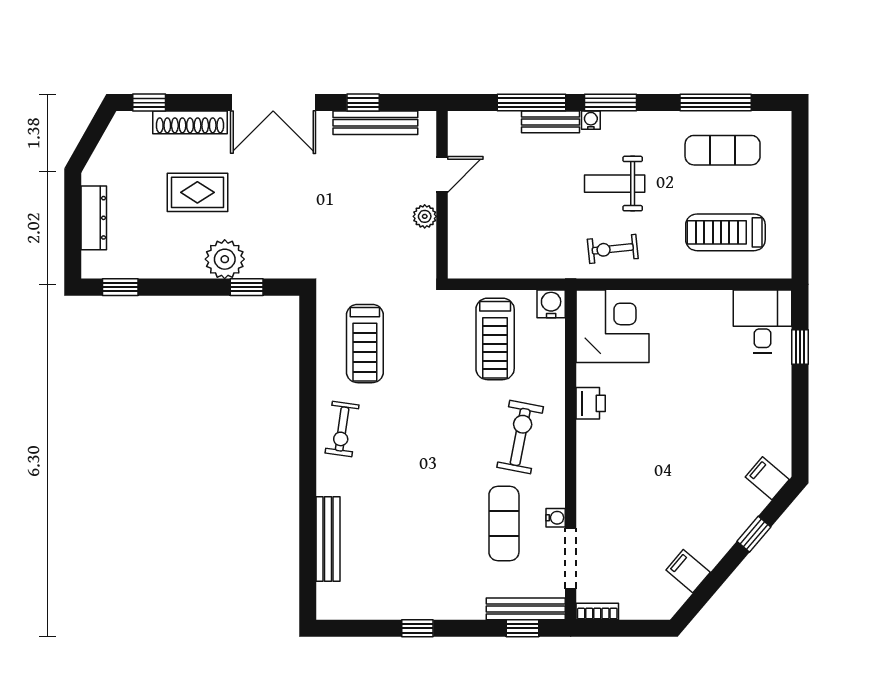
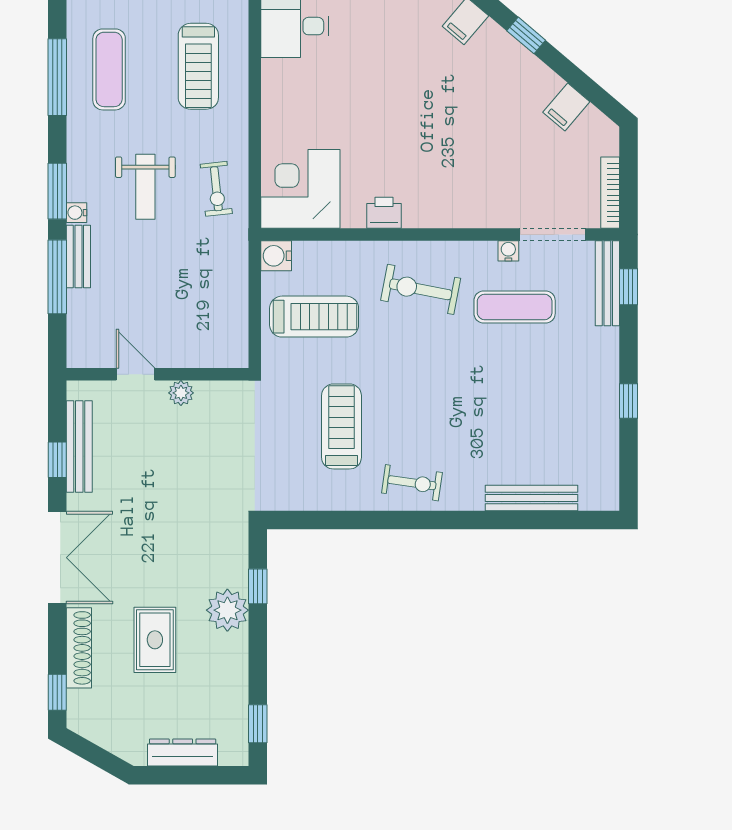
treadmill: (365, 344) -> (341, 426), moved, turned -90
bookcase: (597, 612) -> (610, 193), width x1.56

